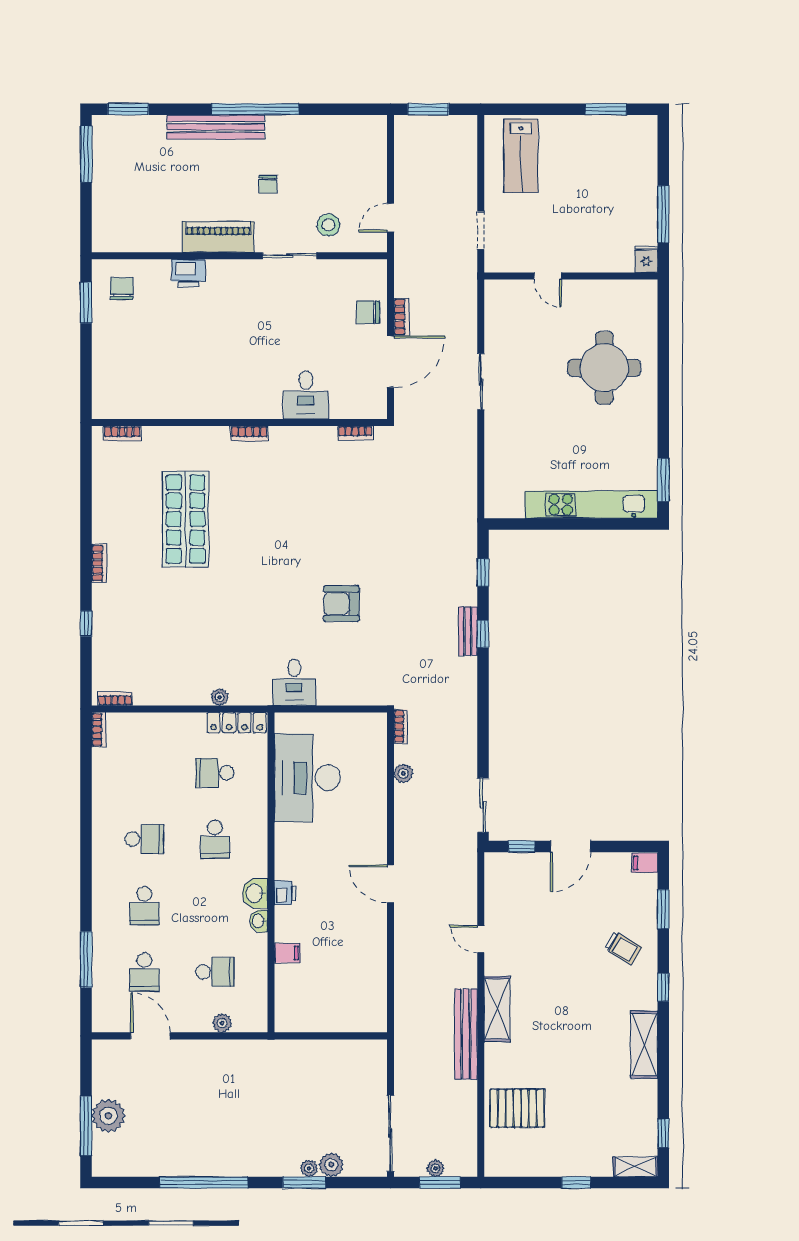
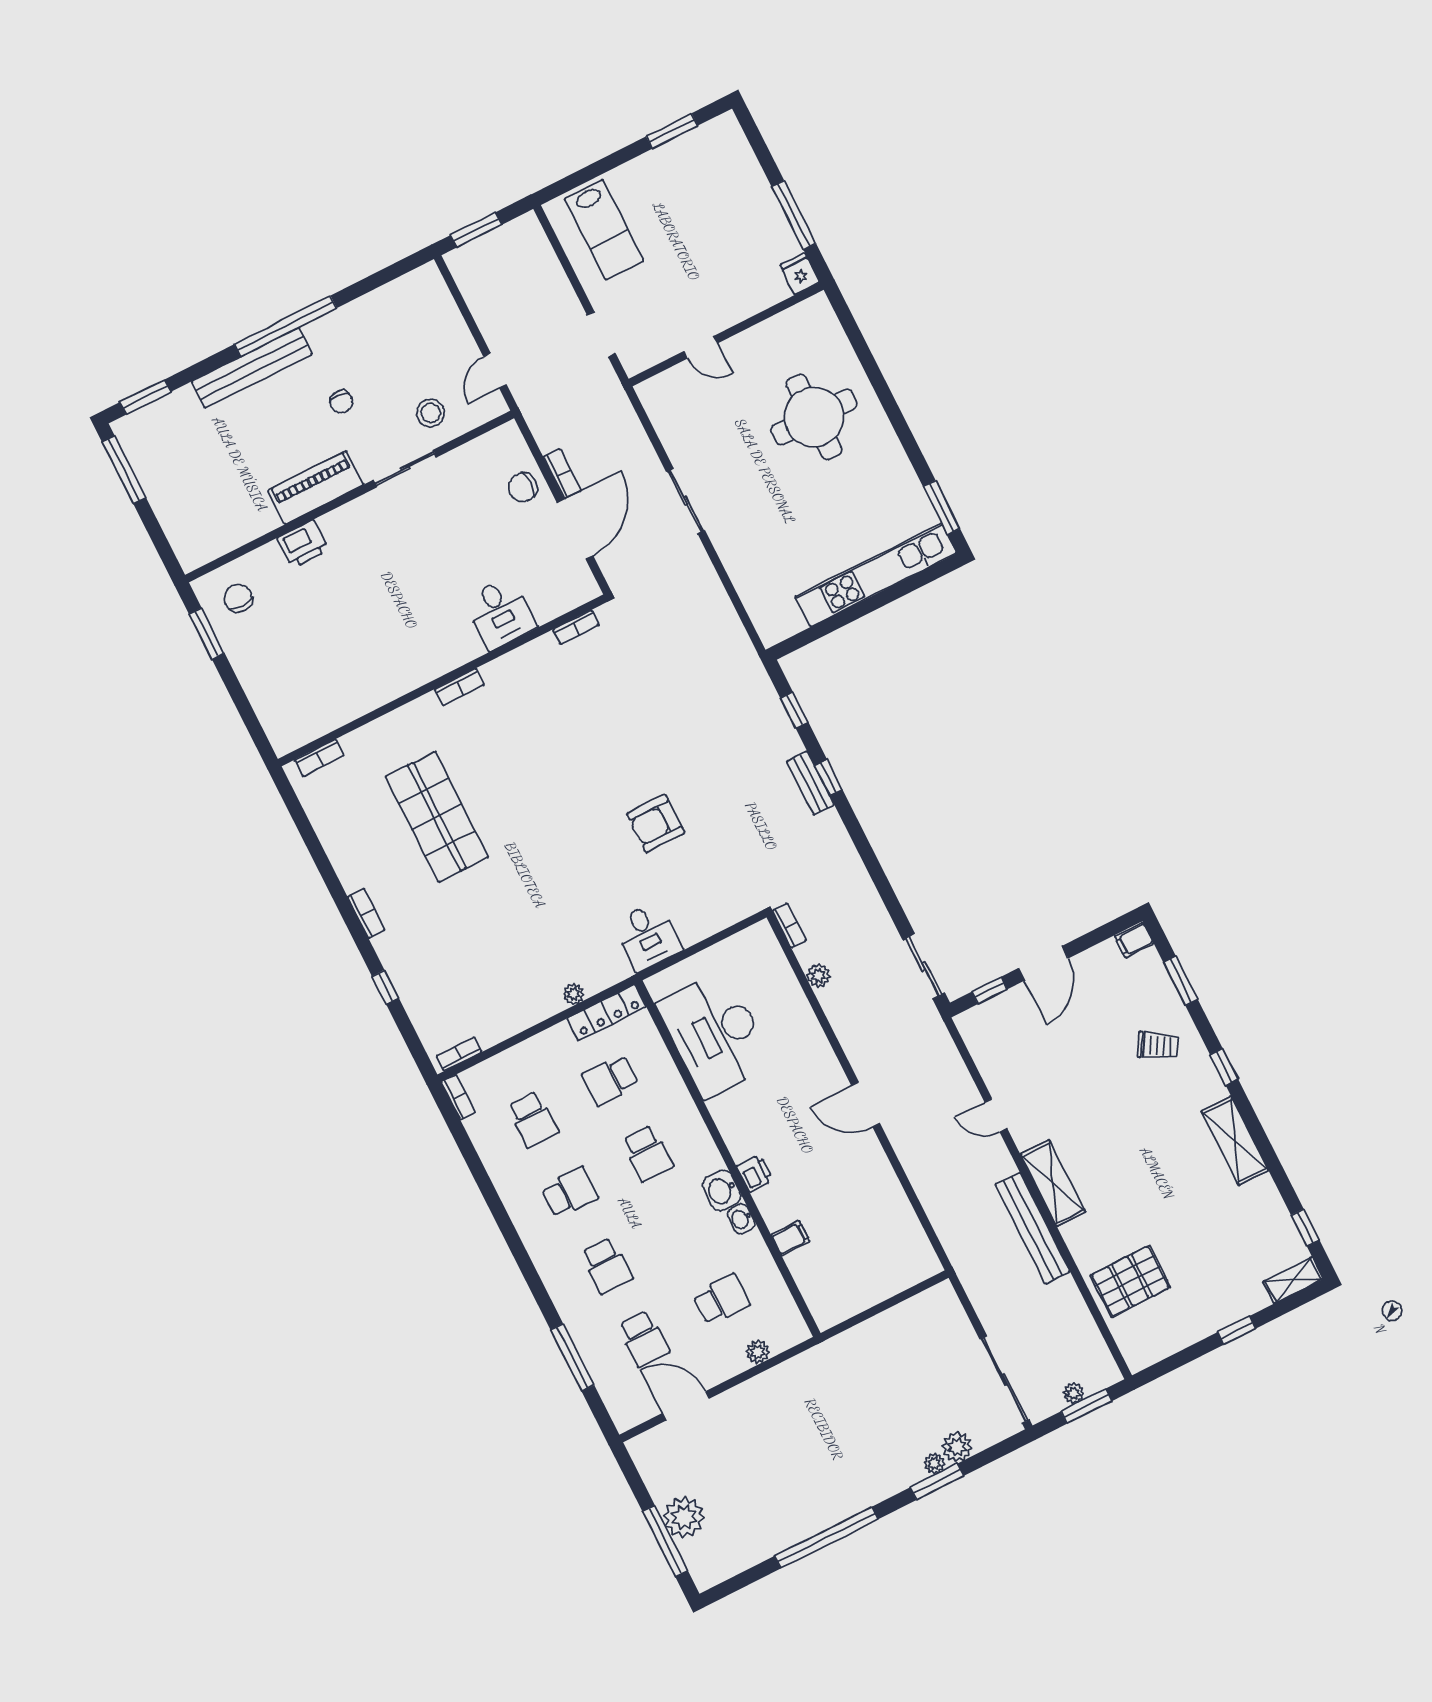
school desk: (144, 773) -> (533, 1119), added

